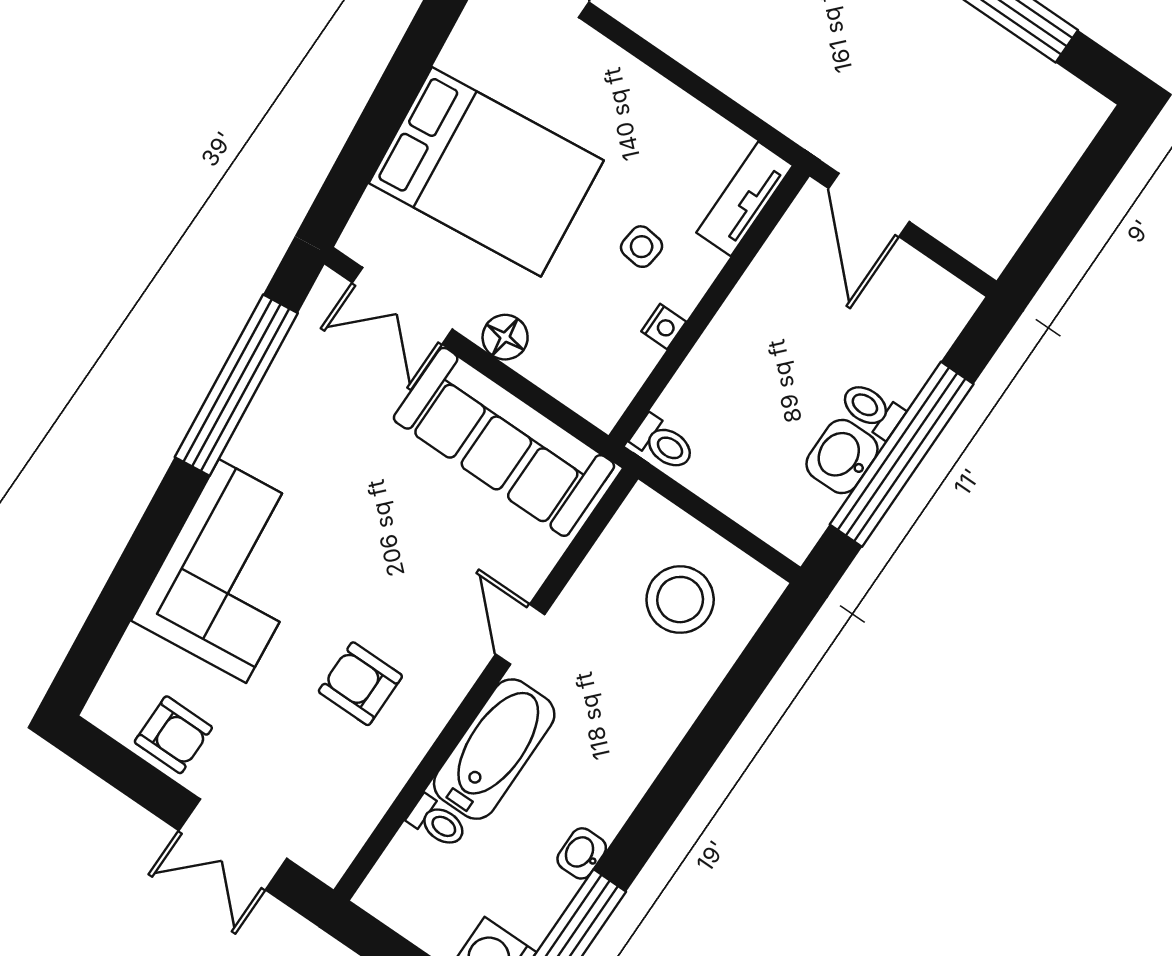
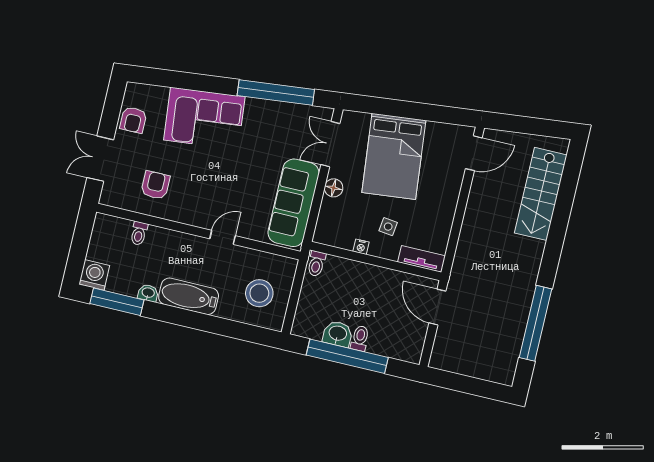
door: (869, 205) -> (437, 307), hinge flipped
armchair: (360, 684) -> (155, 185), moved
bathtub: (494, 749) -> (189, 296), moved, turned 180

